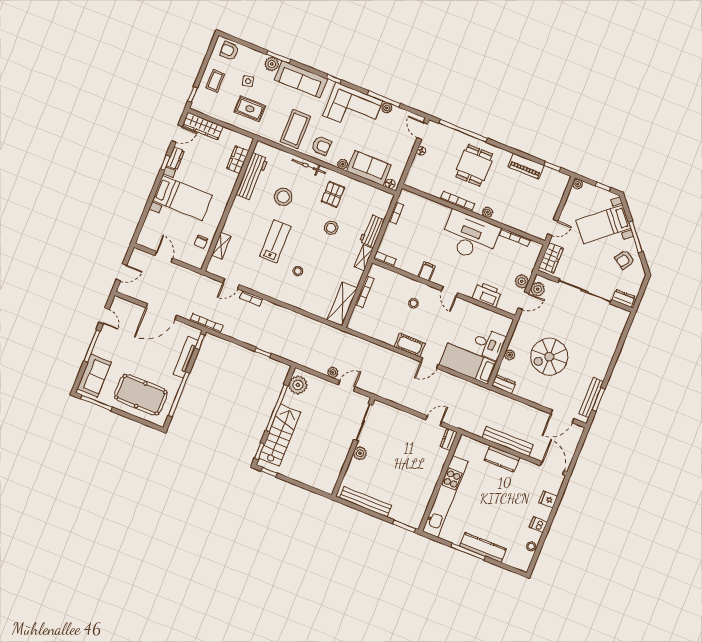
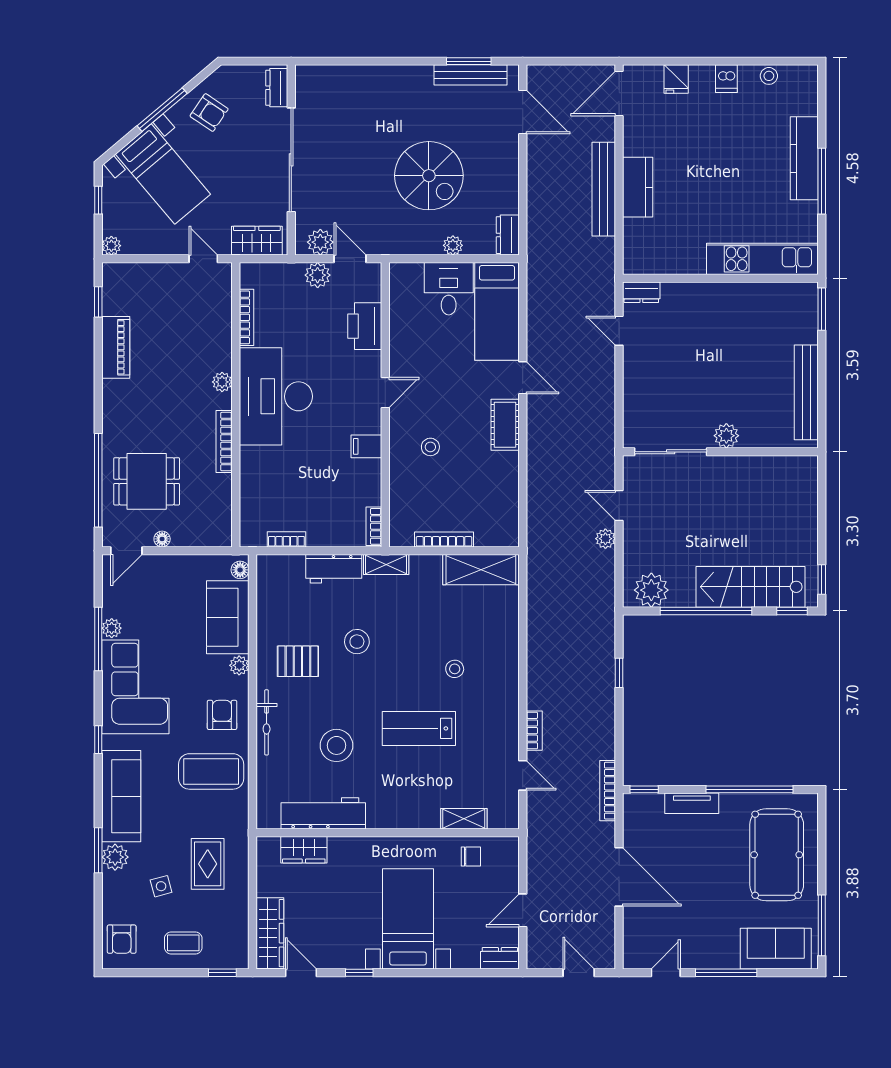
dresser: (175, 158) -> (500, 958), moved
dining table: (474, 165) -> (147, 481), moved
tv unit: (186, 357) -> (692, 803), width x0.71
kitchen unit: (445, 496) -> (762, 259), width x0.73

